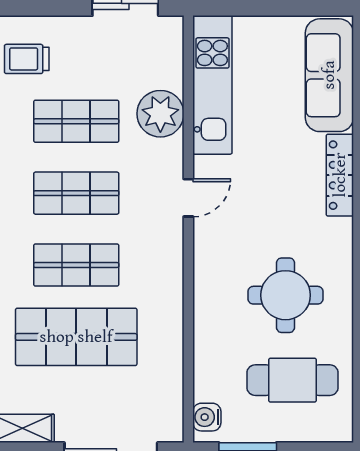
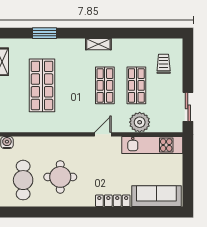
door: (188, 198) -> (103, 134), swing flipped
shop shelf: (76, 265) -> (73, 85), removed

